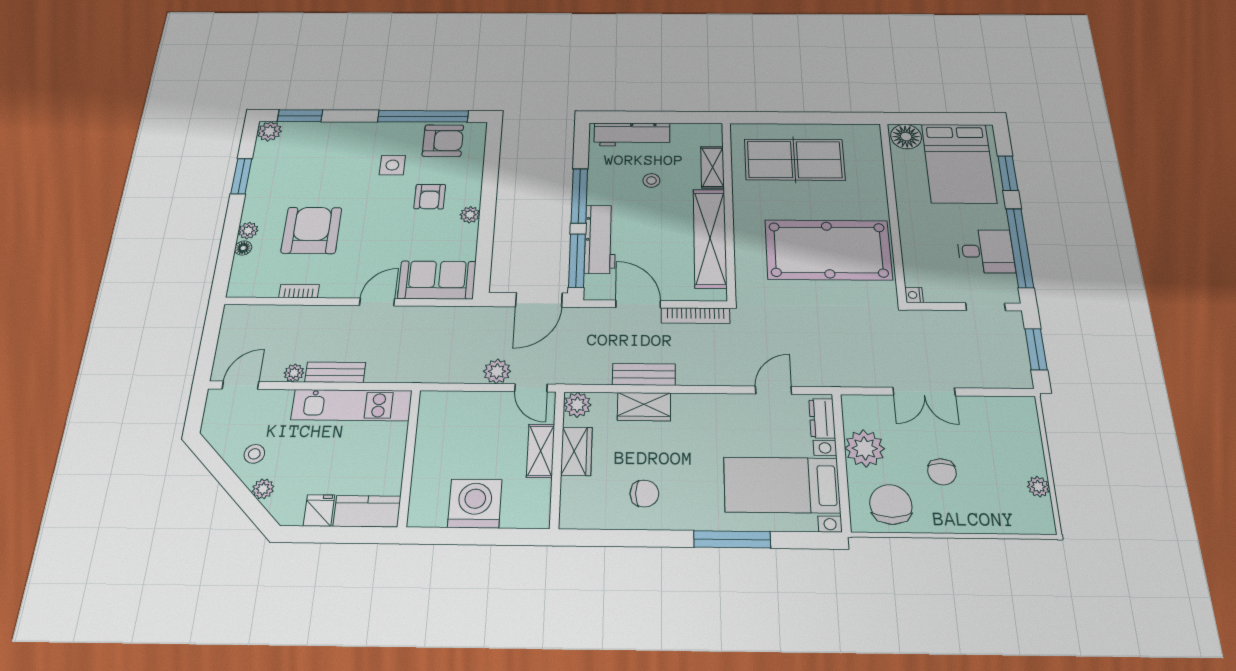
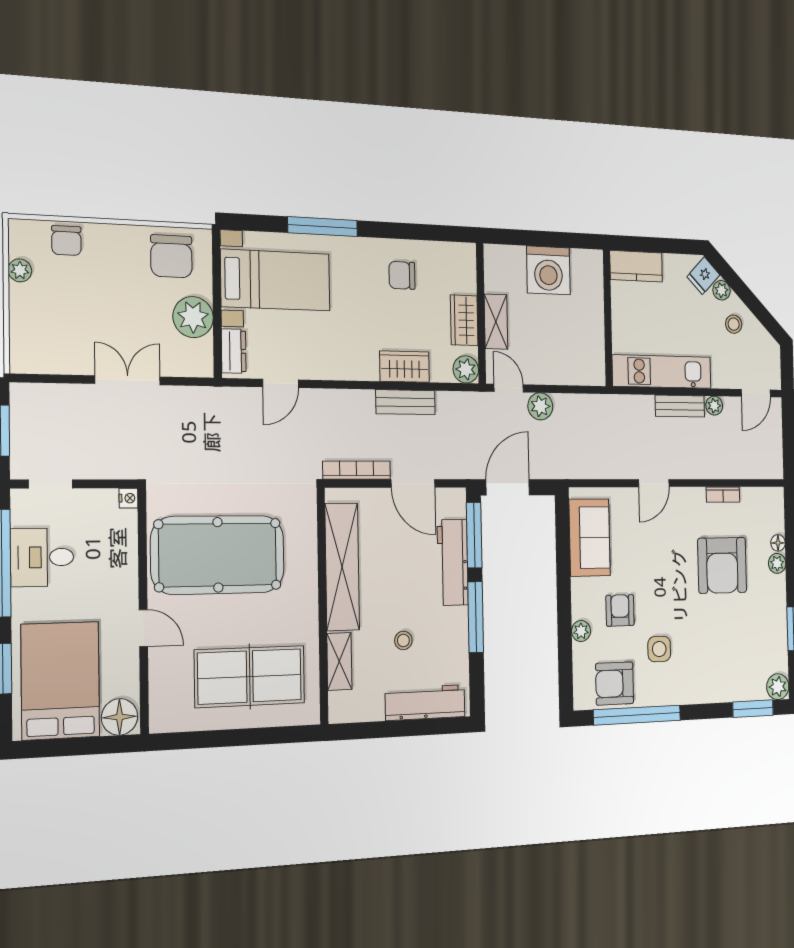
door: (891, 197) -> (143, 628), added
plant: (470, 215) -> (581, 631), moved
sofa: (437, 280) -> (590, 538), moved, turned -90
chair: (942, 472) -> (66, 241), moved, turned 180
fridge: (319, 510) -> (703, 276), moved, turned 45

